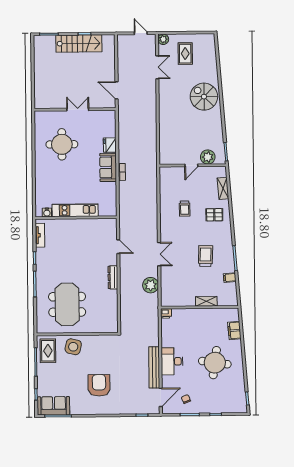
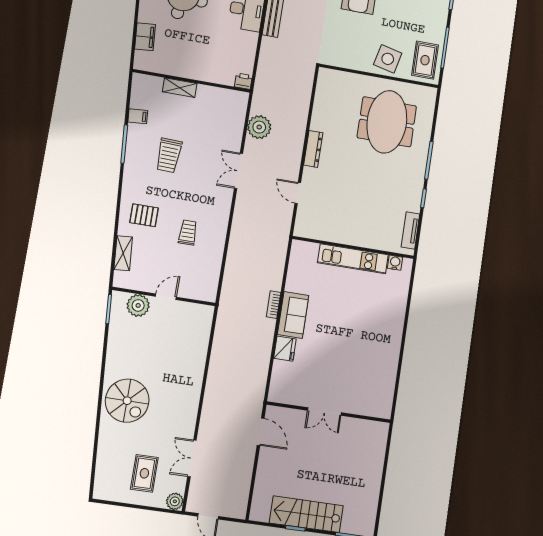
round table: (62, 144) -> (357, 362), removed

